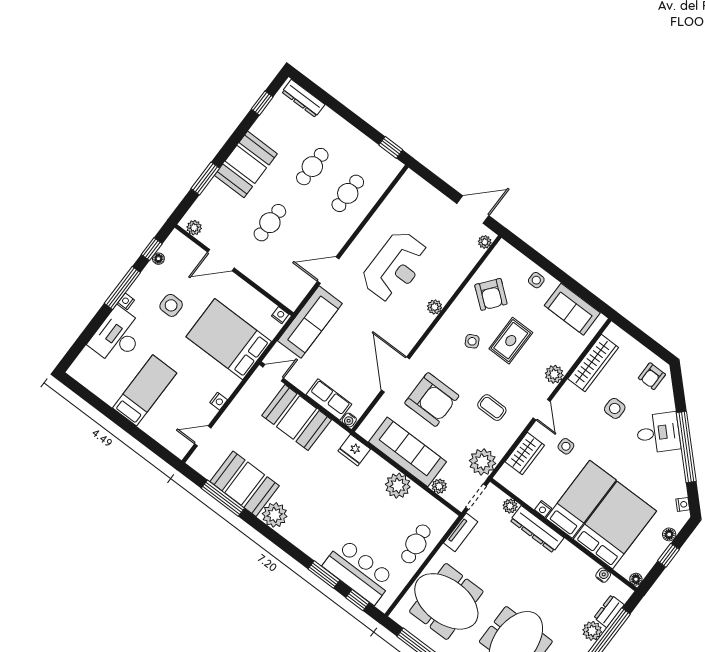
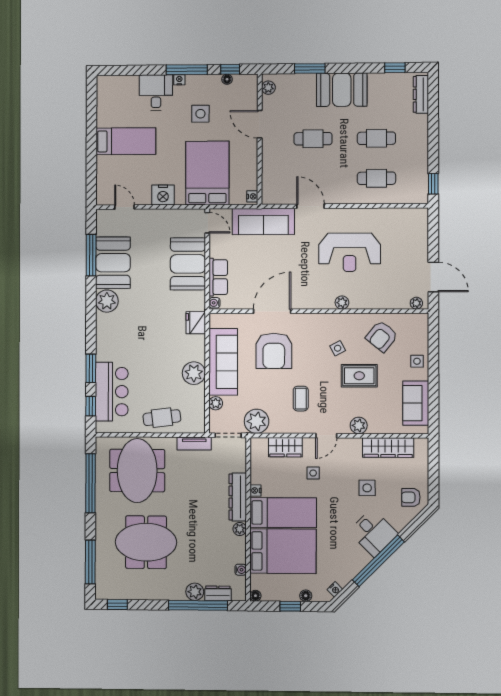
desk: (118, 336) -> (156, 93), width x0.73
nightstand: (219, 401) -> (163, 195), width x1.89, depth x1.79
plant: (510, 506) -> (240, 529), moved

